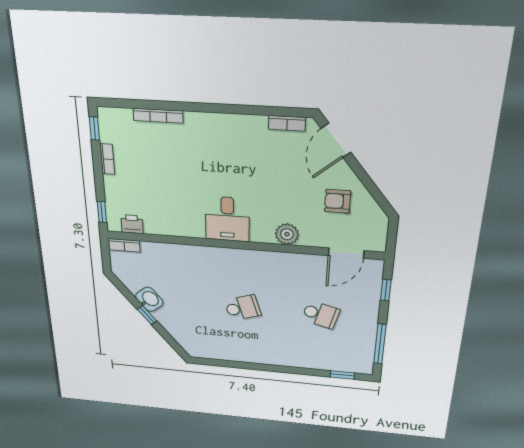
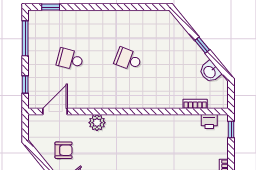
desk: (227, 219) -> (139, 131), removed
bookcase: (124, 245) -> (195, 104), moved
washbasin: (149, 299) -> (210, 72), moved
school desk: (243, 308) -> (128, 59), turned 39

